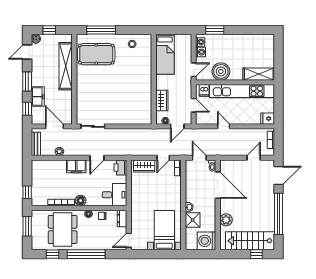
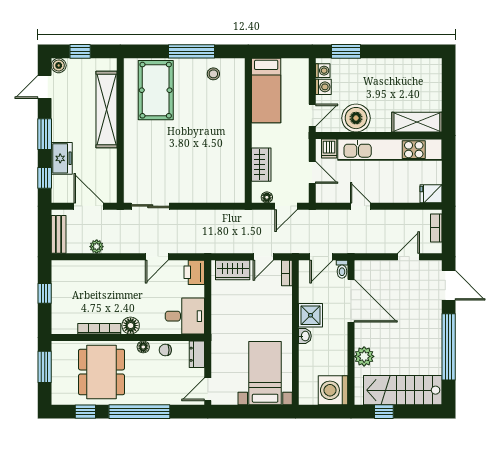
window: (101, 30) -> (191, 51), moved
pool table: (96, 54) -> (156, 90), turned 90
door: (199, 158) -> (321, 257), swing flipped
filing cabinet: (76, 166) -> (124, 270), removed
door: (278, 176) -> (449, 285), hinge flipped
window: (27, 192) -> (45, 293), moved
shower: (193, 220) -> (311, 315), moved
window: (256, 254) -> (384, 412), moved

